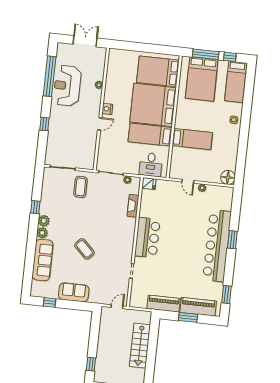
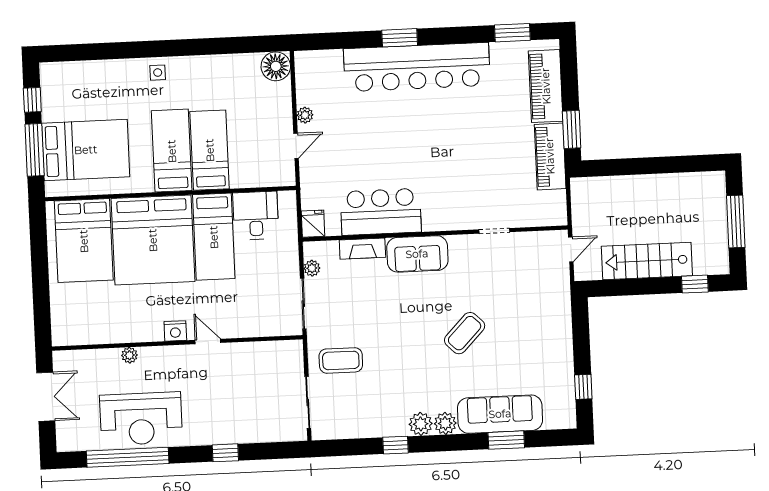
double door: (85, 41) -> (46, 397), swing flipped
bed: (236, 82) -> (172, 151), moved, turned -90
desk: (151, 165) -> (256, 216), moved, turned -90
bar counter: (147, 238) -> (381, 212), moved
window: (29, 261) -> (506, 440), added
sofa: (74, 292) -> (417, 254), moved, turned -90
door: (117, 307) -> (571, 249), swing flipped
window: (188, 317) -> (572, 129), moved
stairs: (140, 346) -> (647, 261), moved, turned 180

